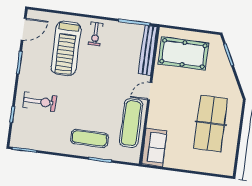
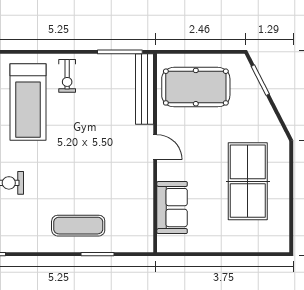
door: (150, 91) -> (155, 147), swing flipped
exercise mat: (131, 123) -> (135, 196), removed
sofa: (154, 147) -> (172, 208), moved

